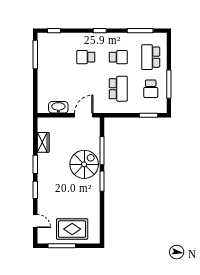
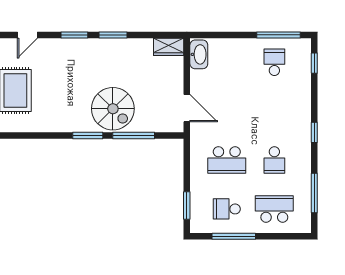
school desk: (86, 57) -> (274, 62), moved
washbasin: (58, 107) -> (199, 54), moved
wardrobe: (43, 142) -> (169, 47), moved

